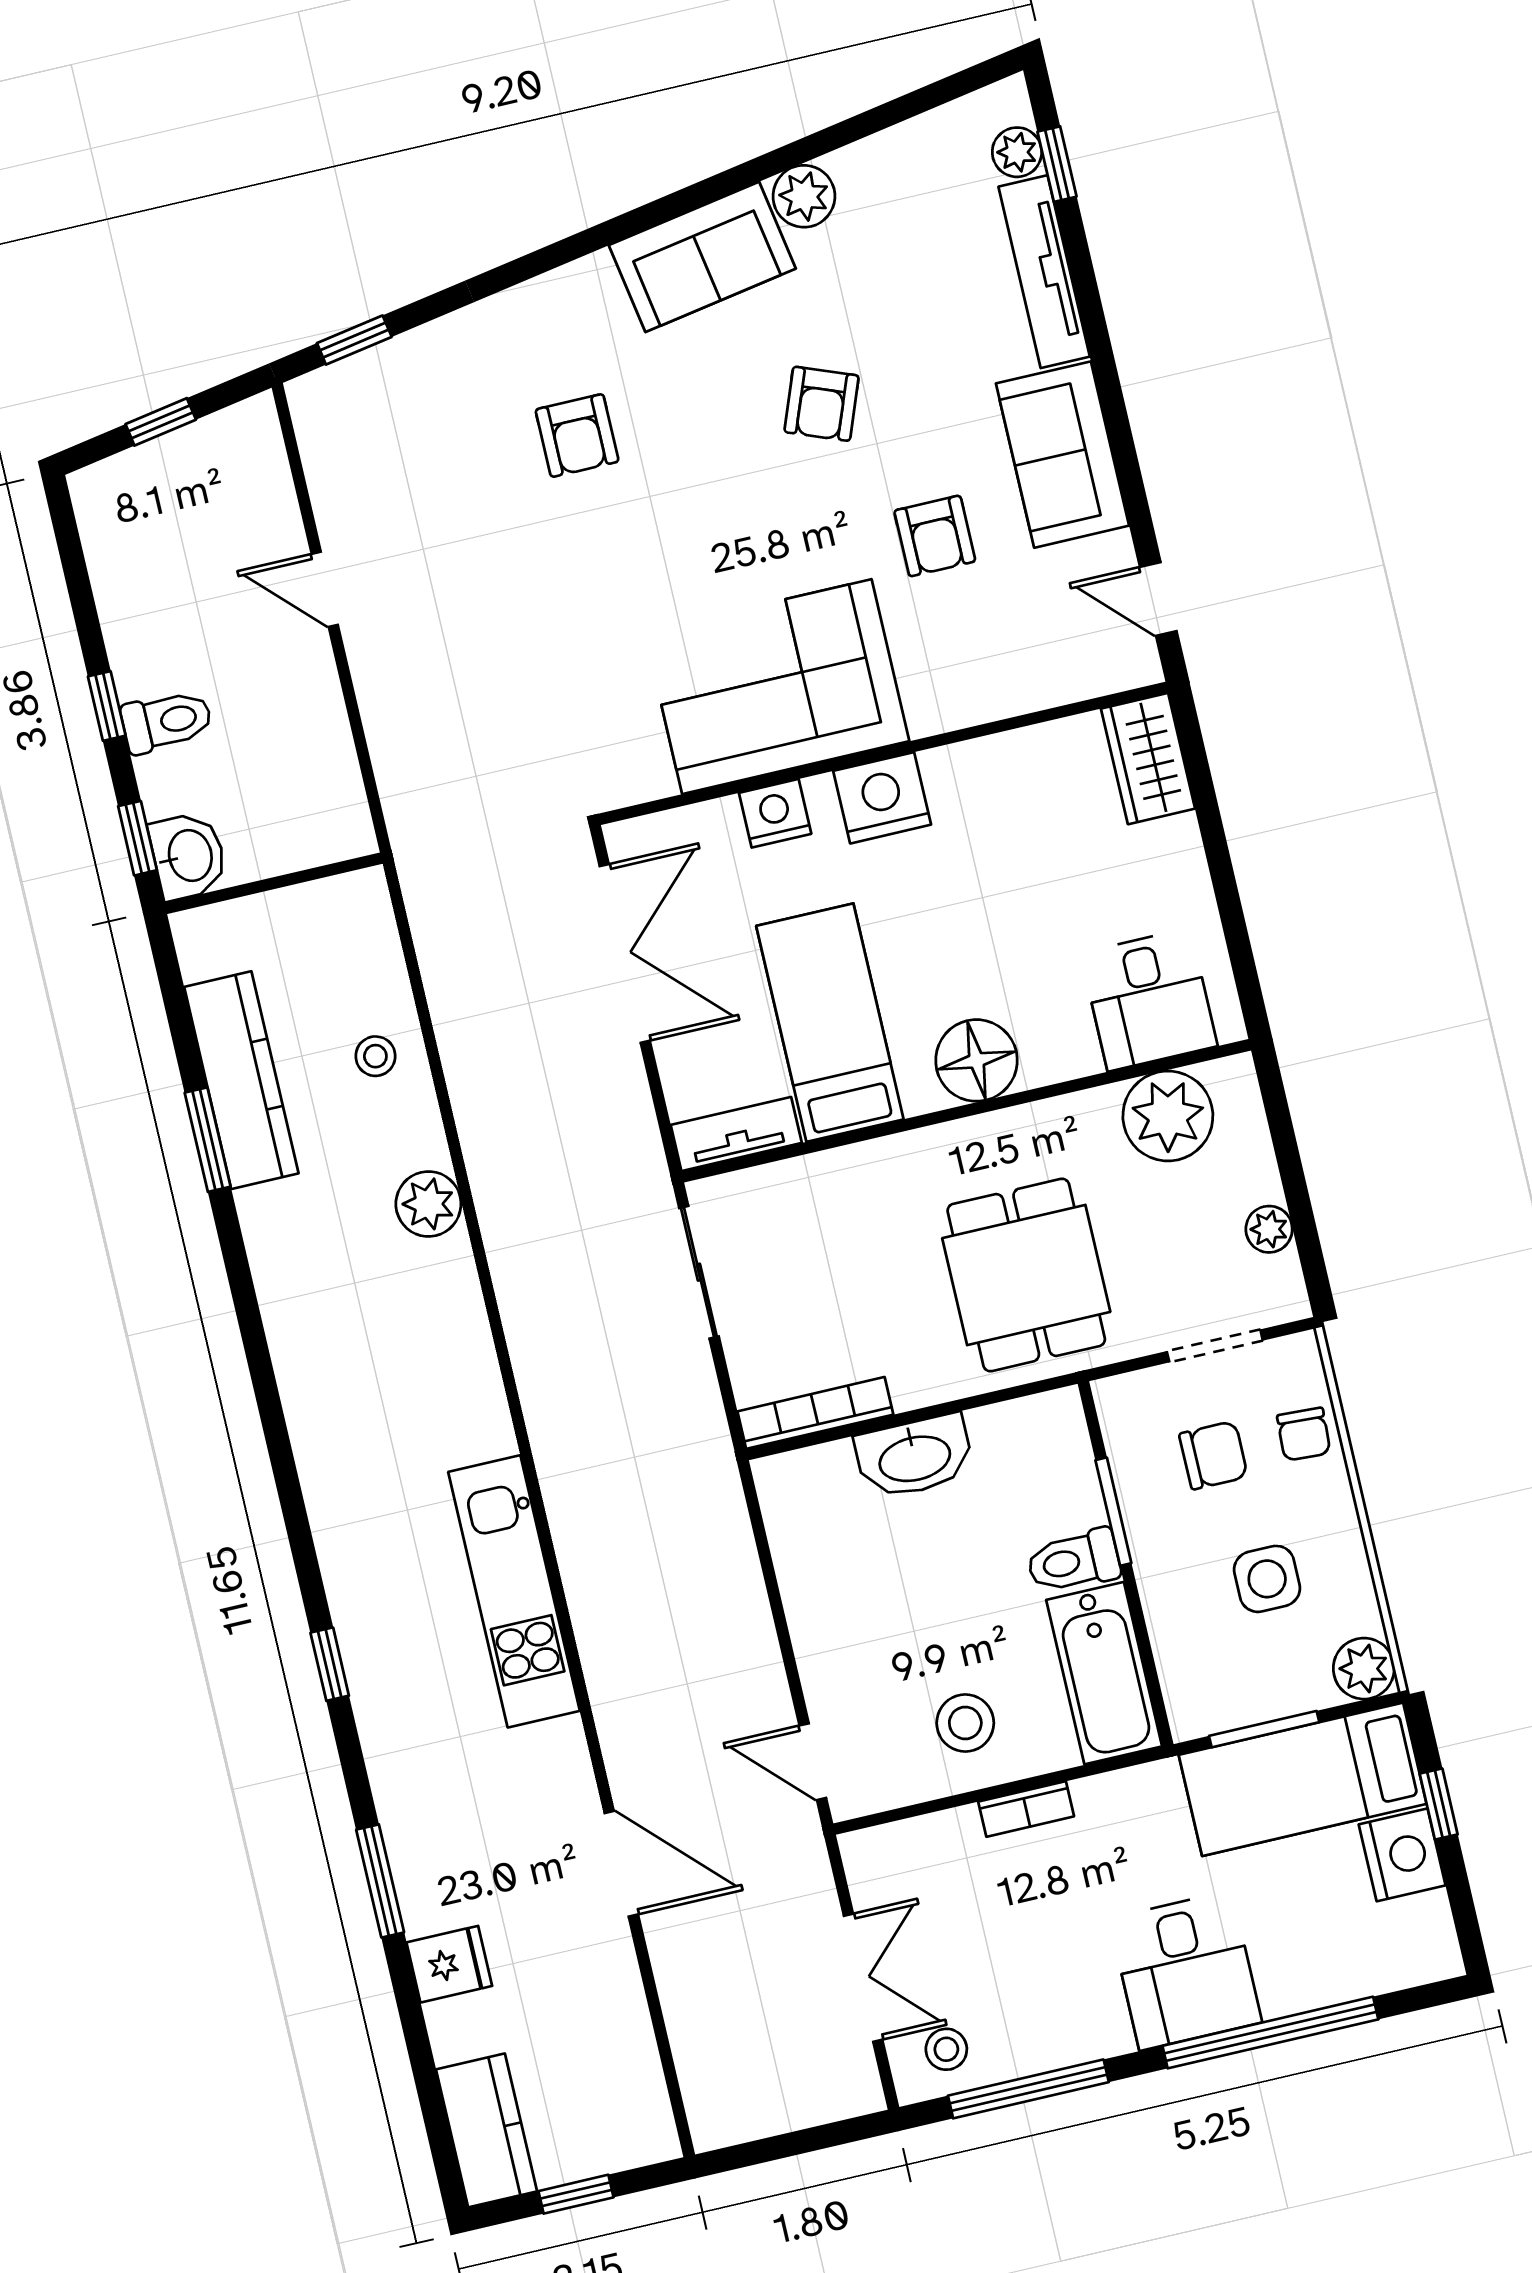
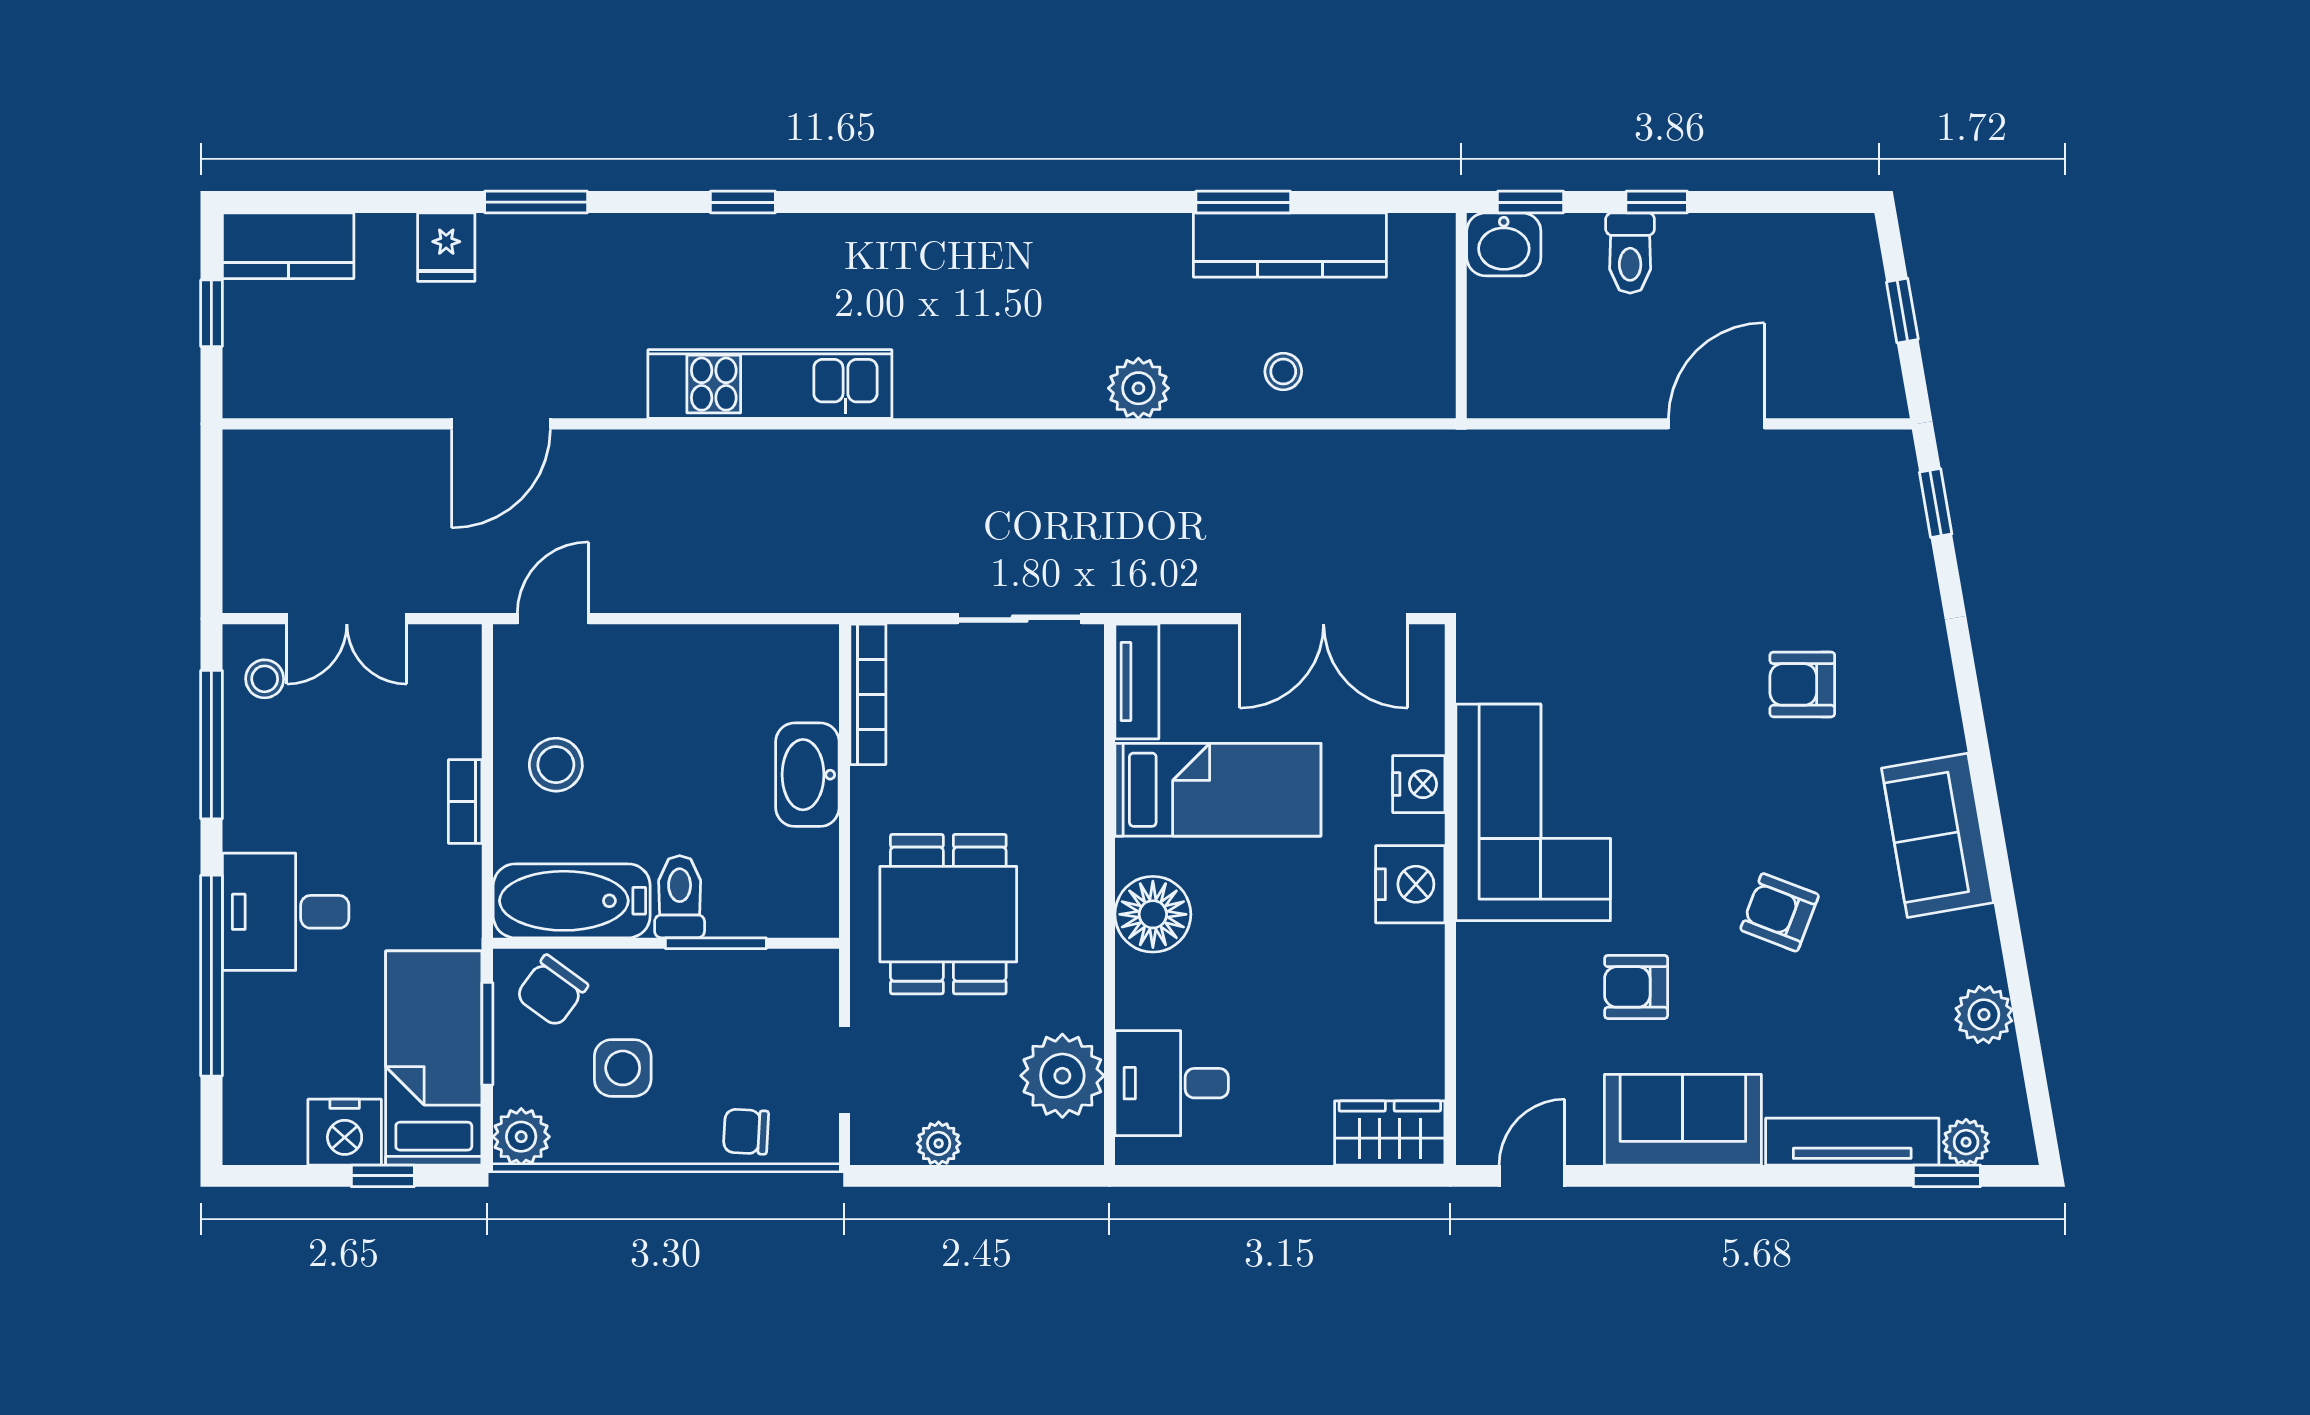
plant: (804, 196) -> (1984, 1015), moved
door: (325, 589) -> (1716, 424), width x1.38
dining table: (1026, 1275) -> (948, 914), turned 90
chair: (1213, 1455) -> (552, 991), moved, turned 36

